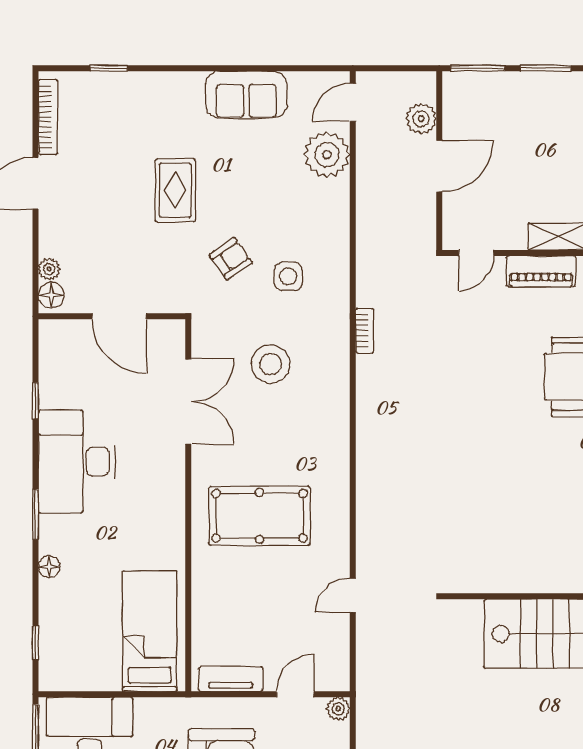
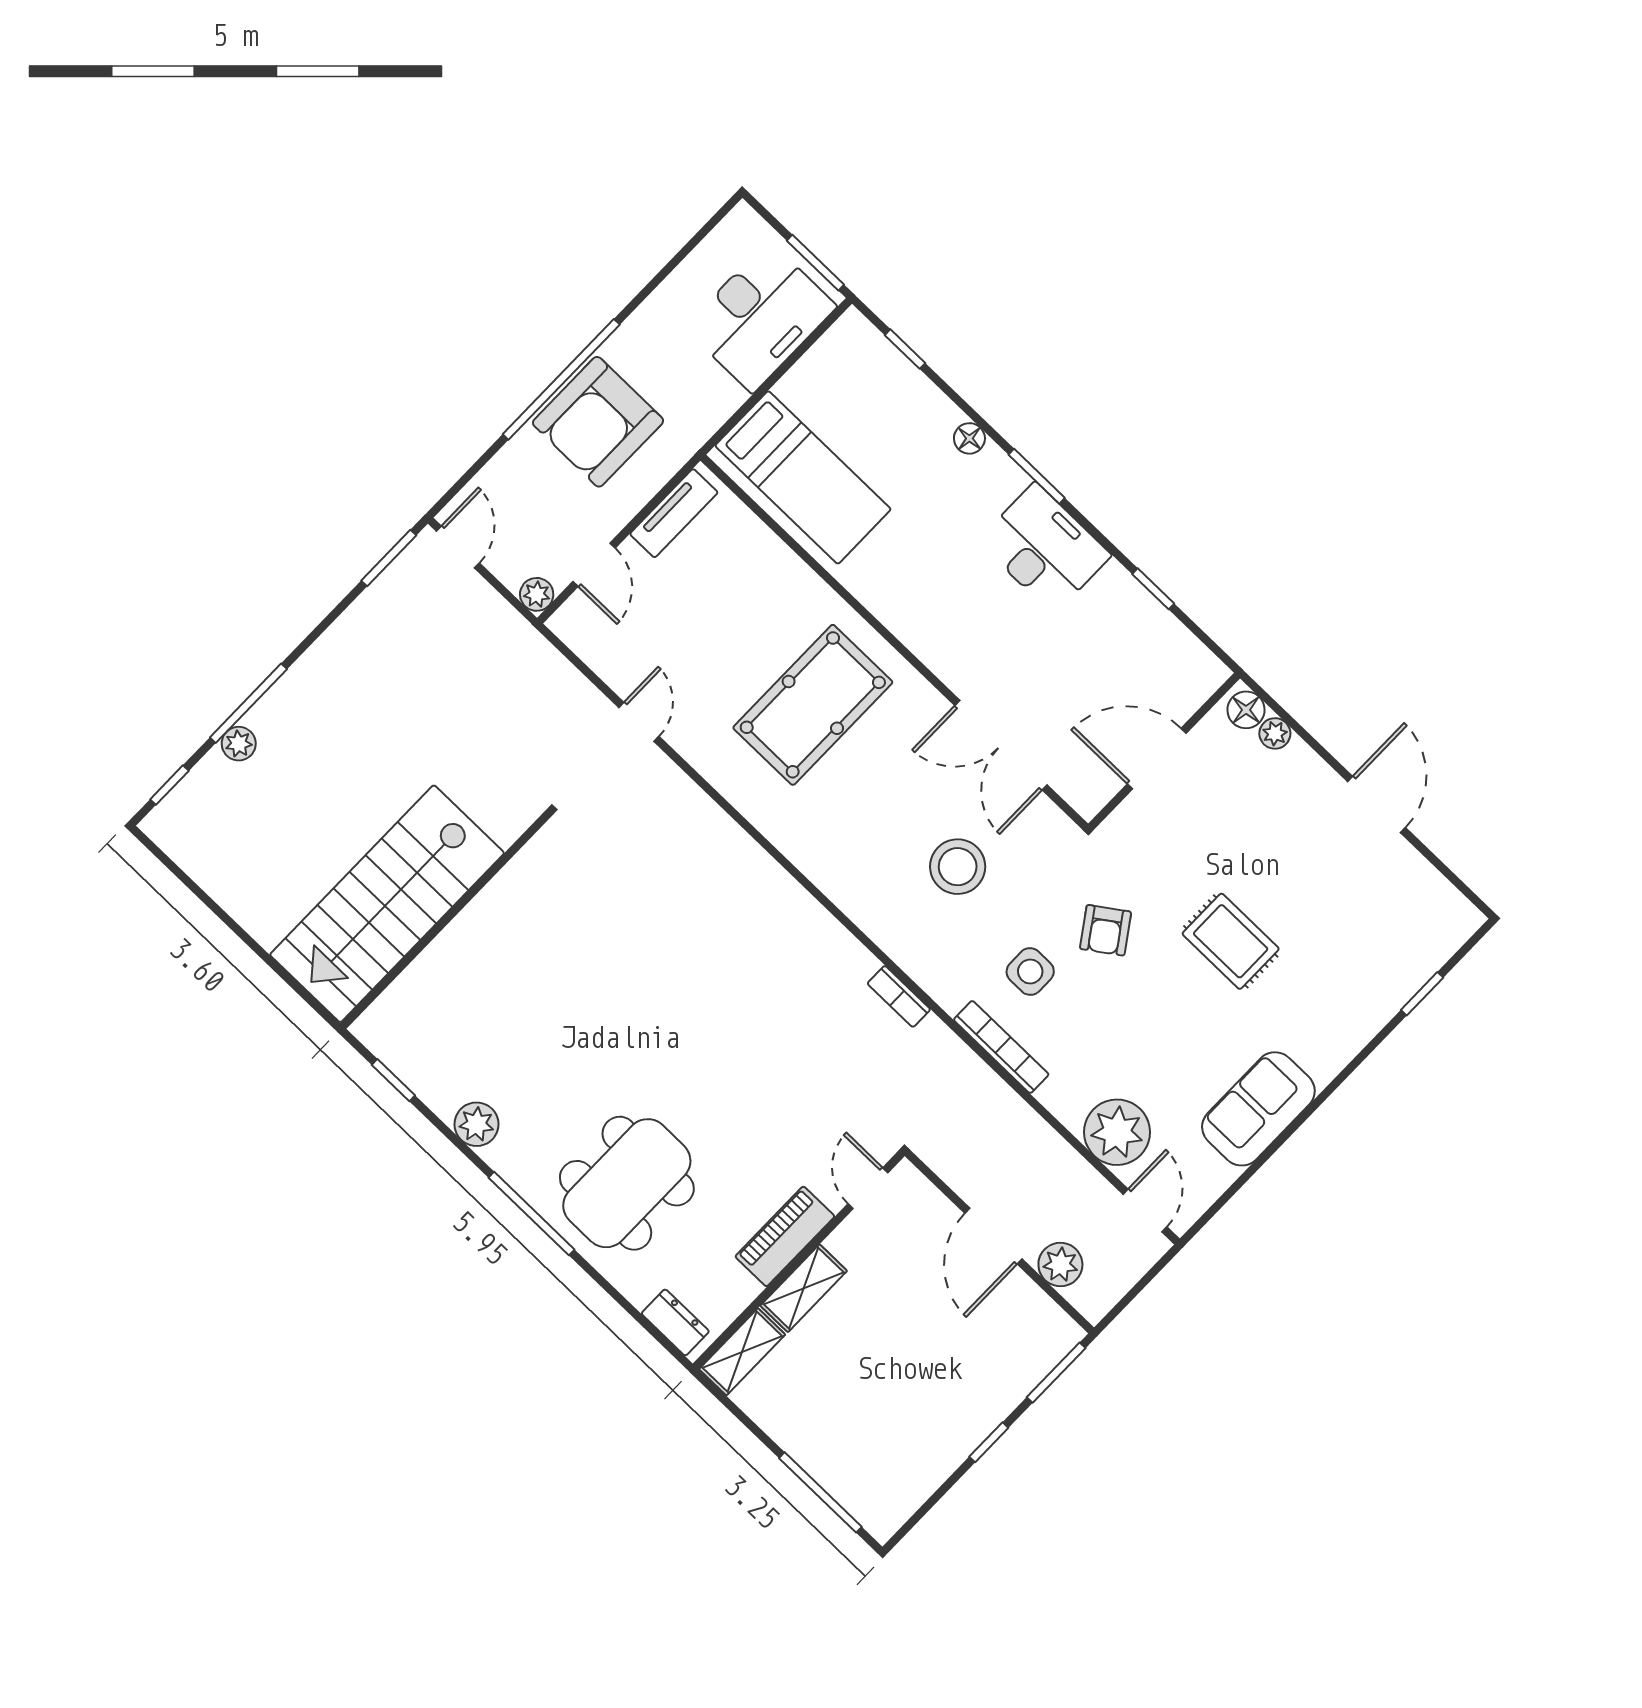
window: (546, 68) -> (989, 1442), width x0.67
bookcase: (48, 117) -> (1001, 1047), moved, turned 180
desk: (77, 462) -> (1044, 548), width x0.73, depth x0.77

